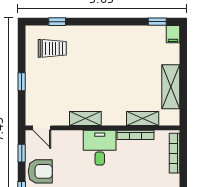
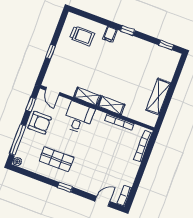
window: (57, 22) -> (128, 30), moved
filing cabinet: (173, 34) -> (110, 34), moved
shelving: (143, 118) -> (111, 105), moved
desk: (100, 148) -> (79, 118), moved

